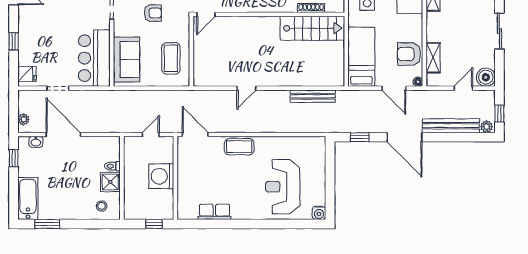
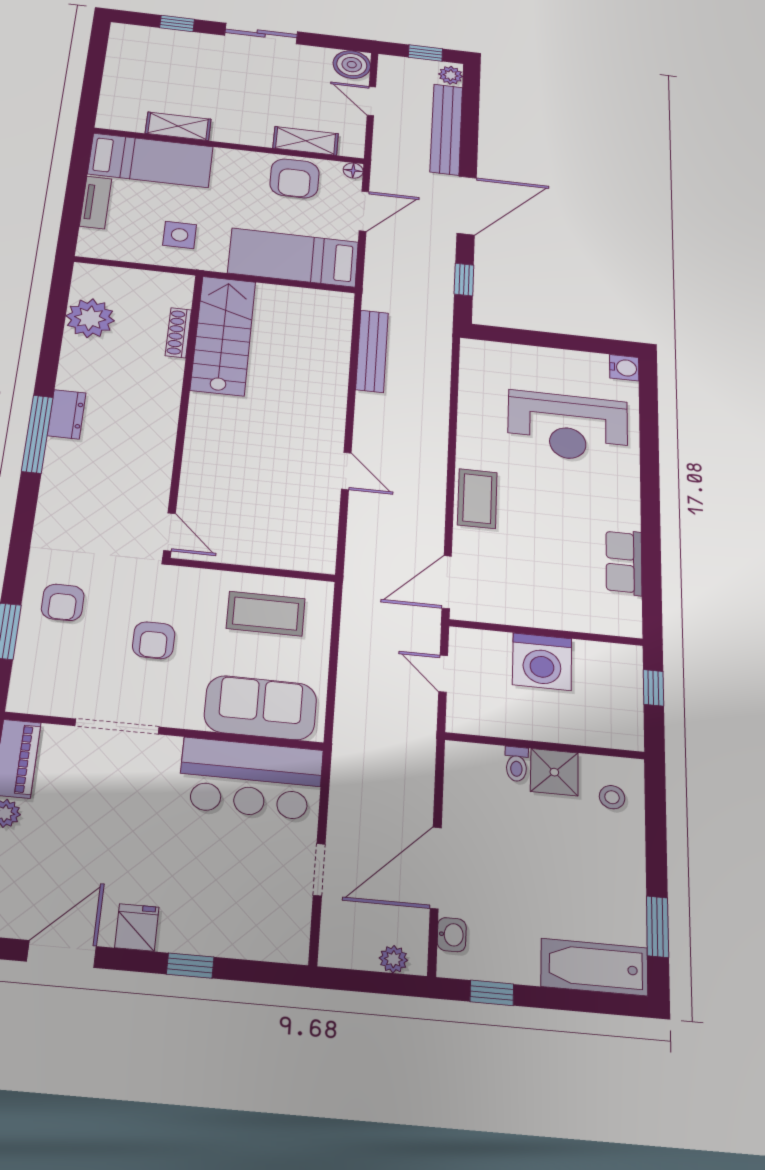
armchair: (153, 13) -> (154, 640), turned 180
fridge: (27, 74) -> (137, 927), moved

